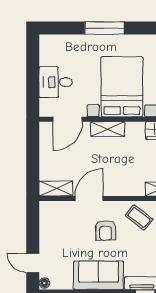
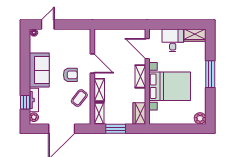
wardrobe: (48, 50) -> (195, 35), added
shelving: (56, 189) -> (99, 90), moved
armchair: (106, 230) -> (70, 75), turned 180

